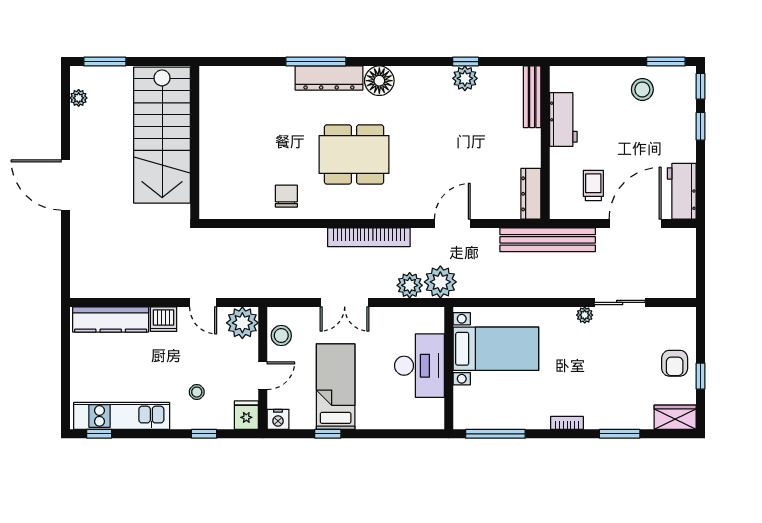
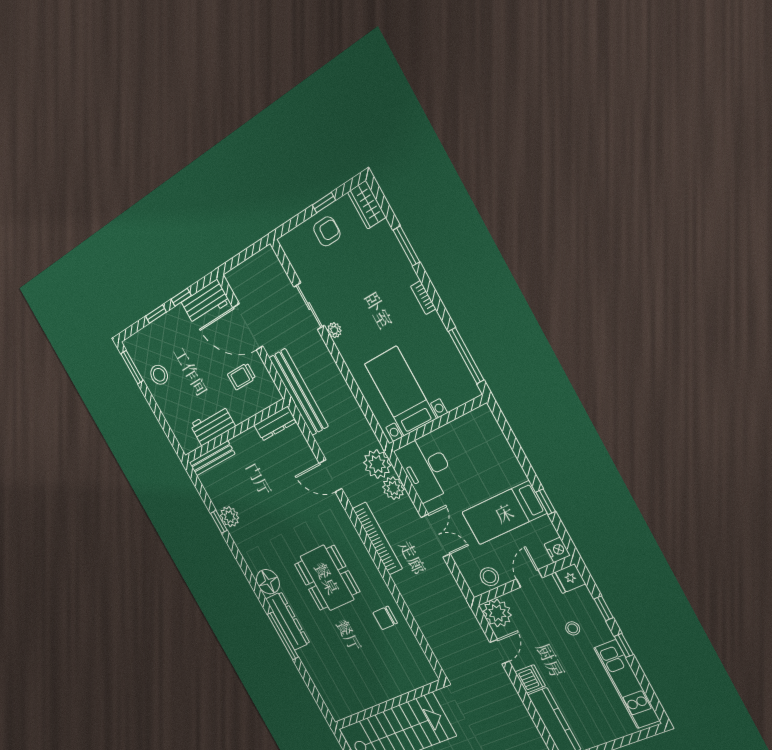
window: (701, 86) -> (181, 297), moved
desk: (419, 366) -> (426, 468), moved, turned -90
door: (263, 376) -> (529, 578), hinge flipped
window: (99, 434) -> (624, 645), moved

